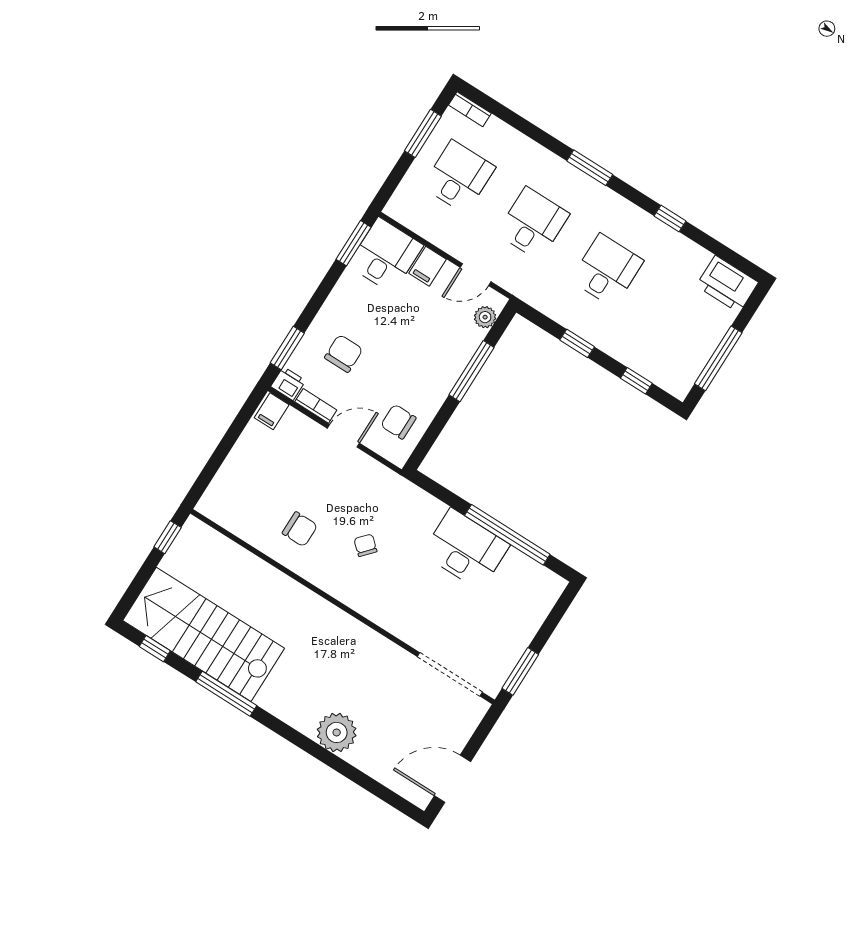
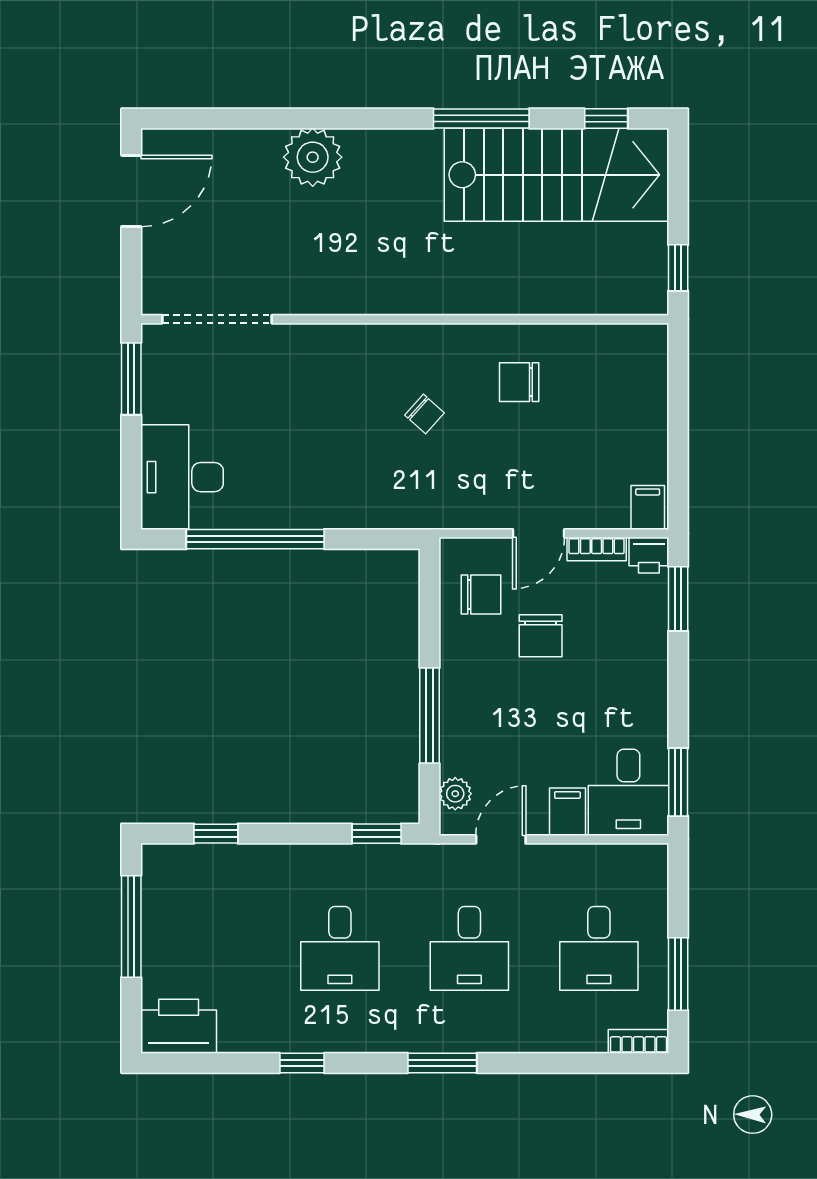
window: (577, 343) -> (377, 834), moved
chair: (344, 353) -> (541, 636), moved
desk: (466, 549) -> (182, 477), moved, turned 90

